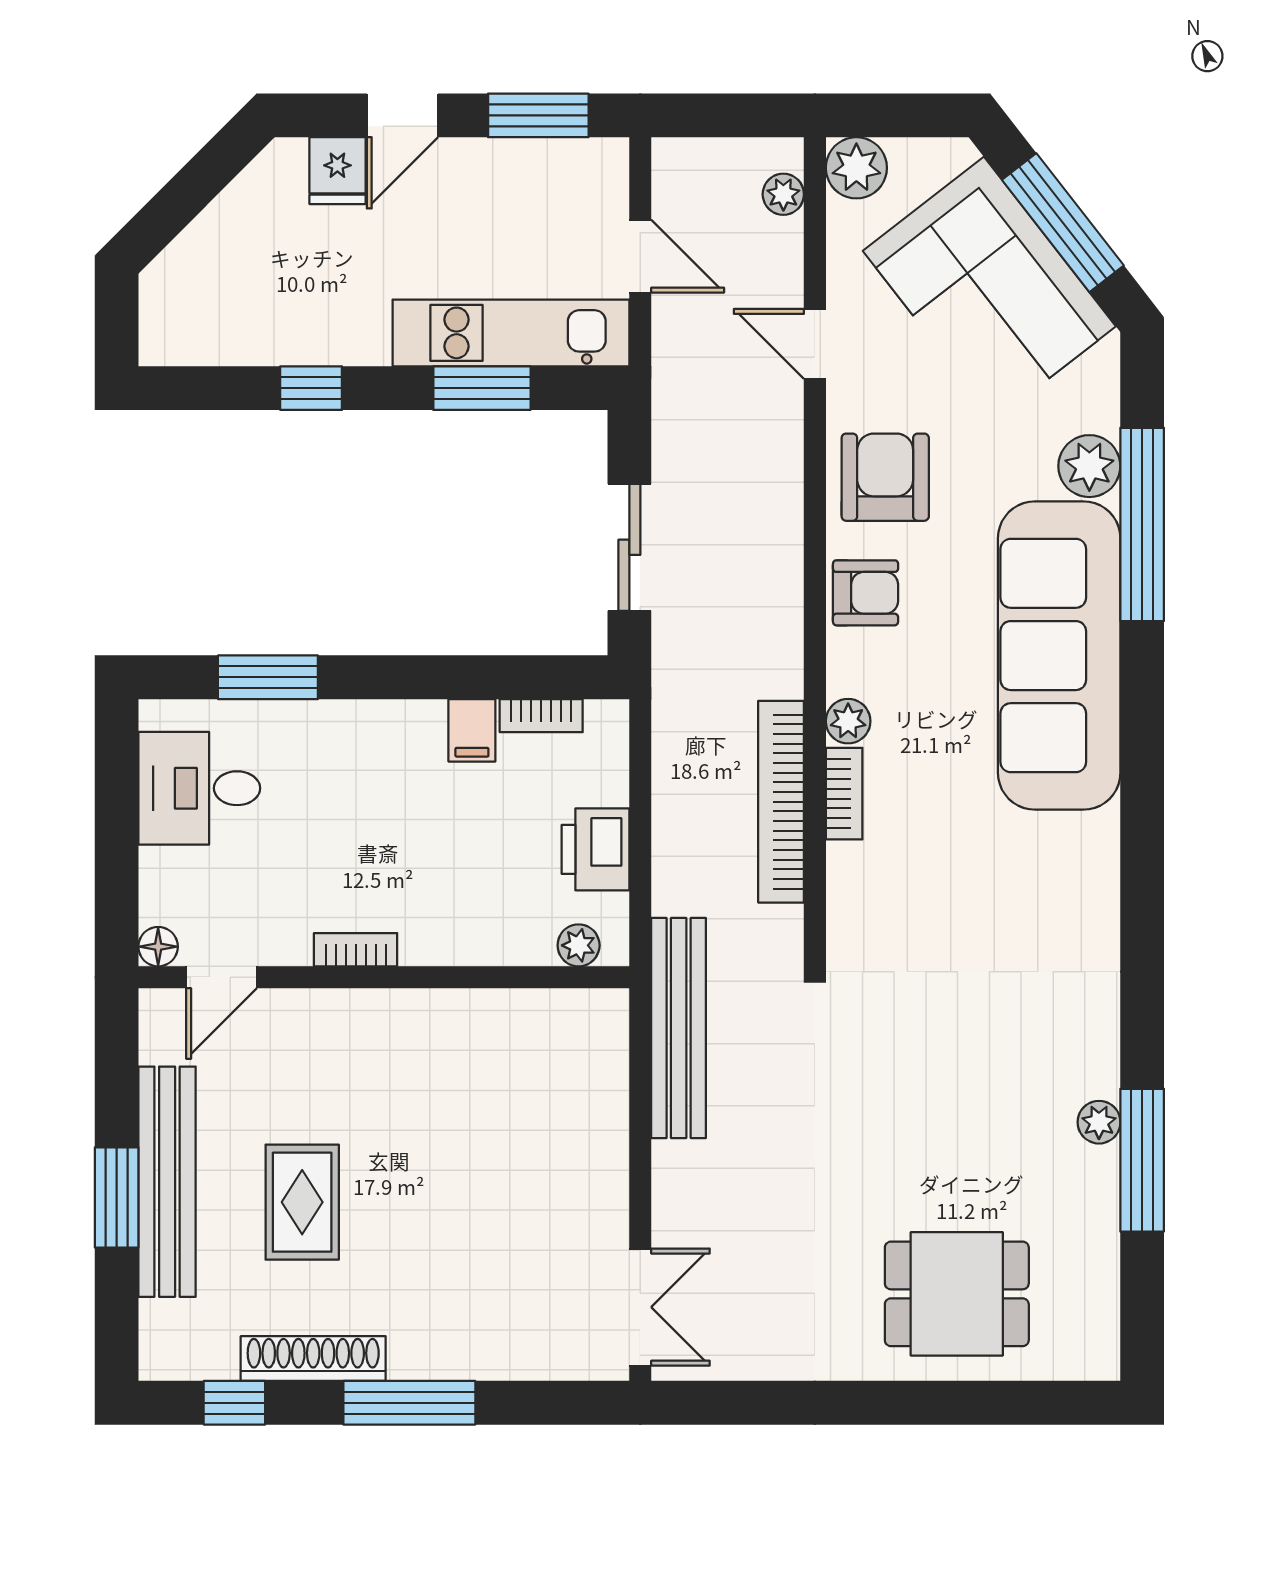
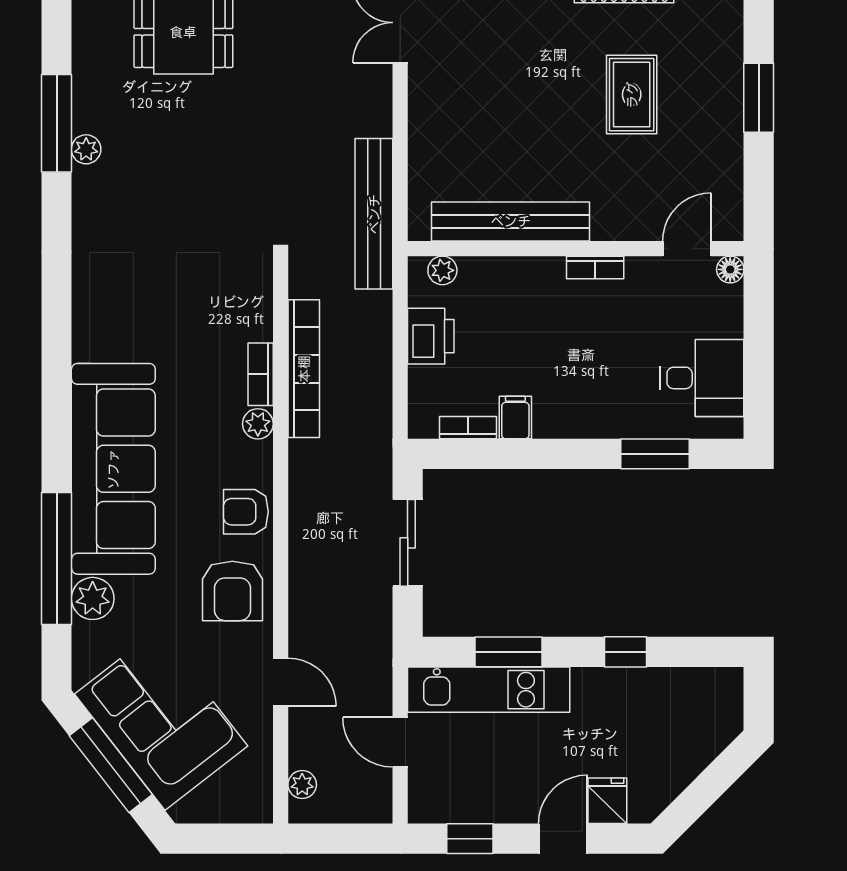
window: (538, 115) -> (470, 839), width x0.67
plant: (856, 168) -> (252, 803), removed
bench: (167, 1182) -> (511, 221), moved, turned 90

